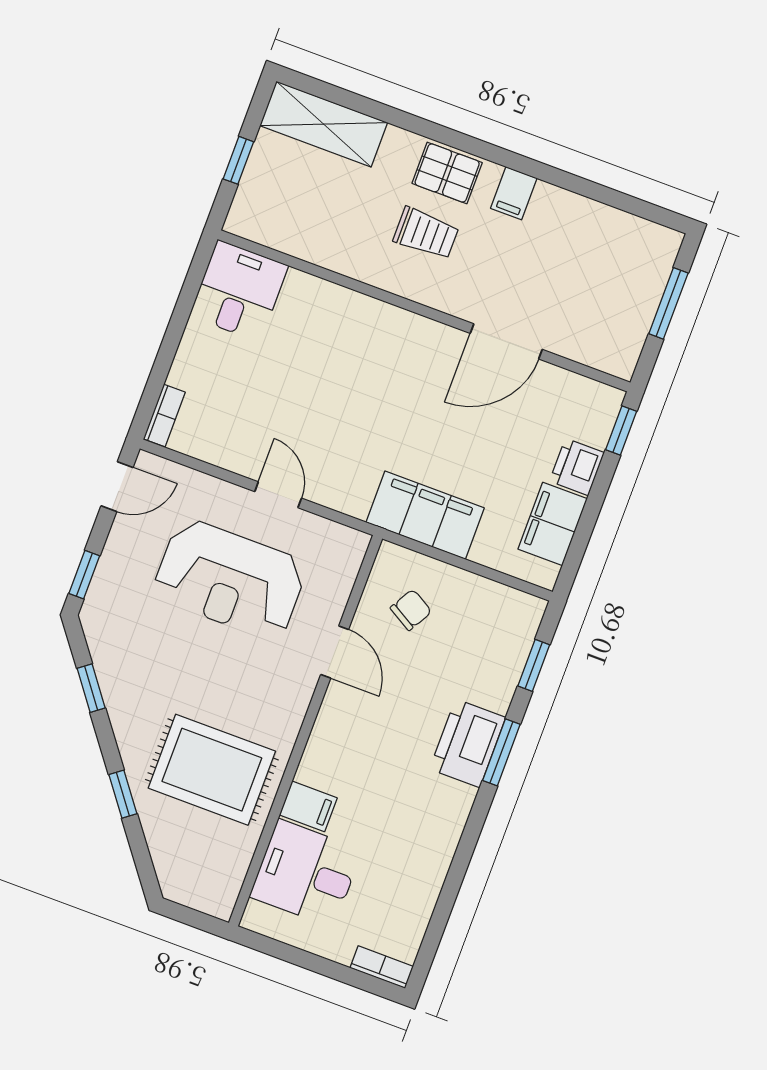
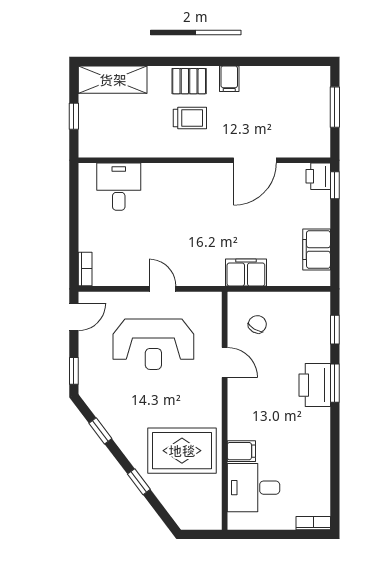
desk: (239, 291) -> (119, 187), moved
printer: (577, 467) -> (318, 176), moved
filing cabinet: (425, 515) -> (246, 273), width x0.67, depth x0.86

